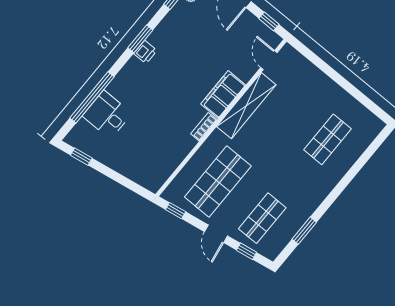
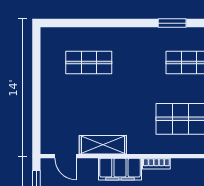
door: (269, 60) -> (66, 156), hinge flipped
shelving: (246, 106) -> (103, 145), width x0.68

